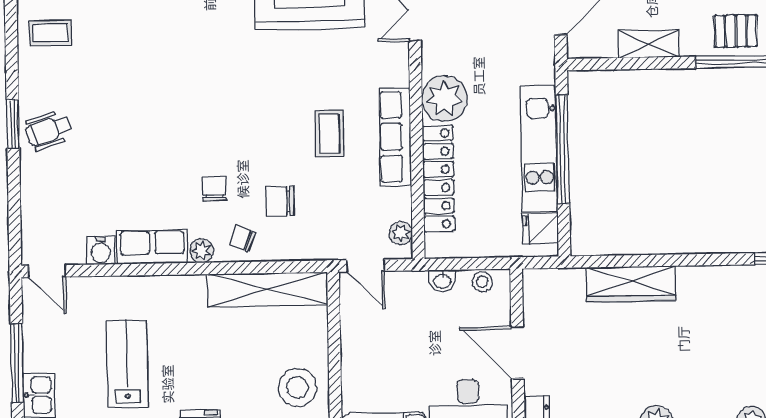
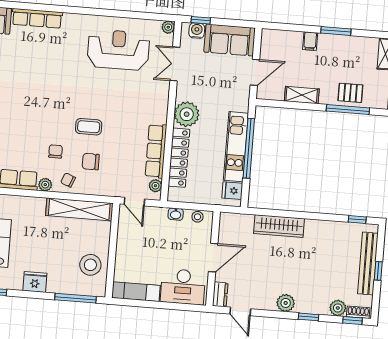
coffee table: (329, 134) -> (89, 127), moved, turned 90
row of seats: (395, 137) -> (156, 151), moved
door: (517, 353) -> (213, 258), swing flipped

